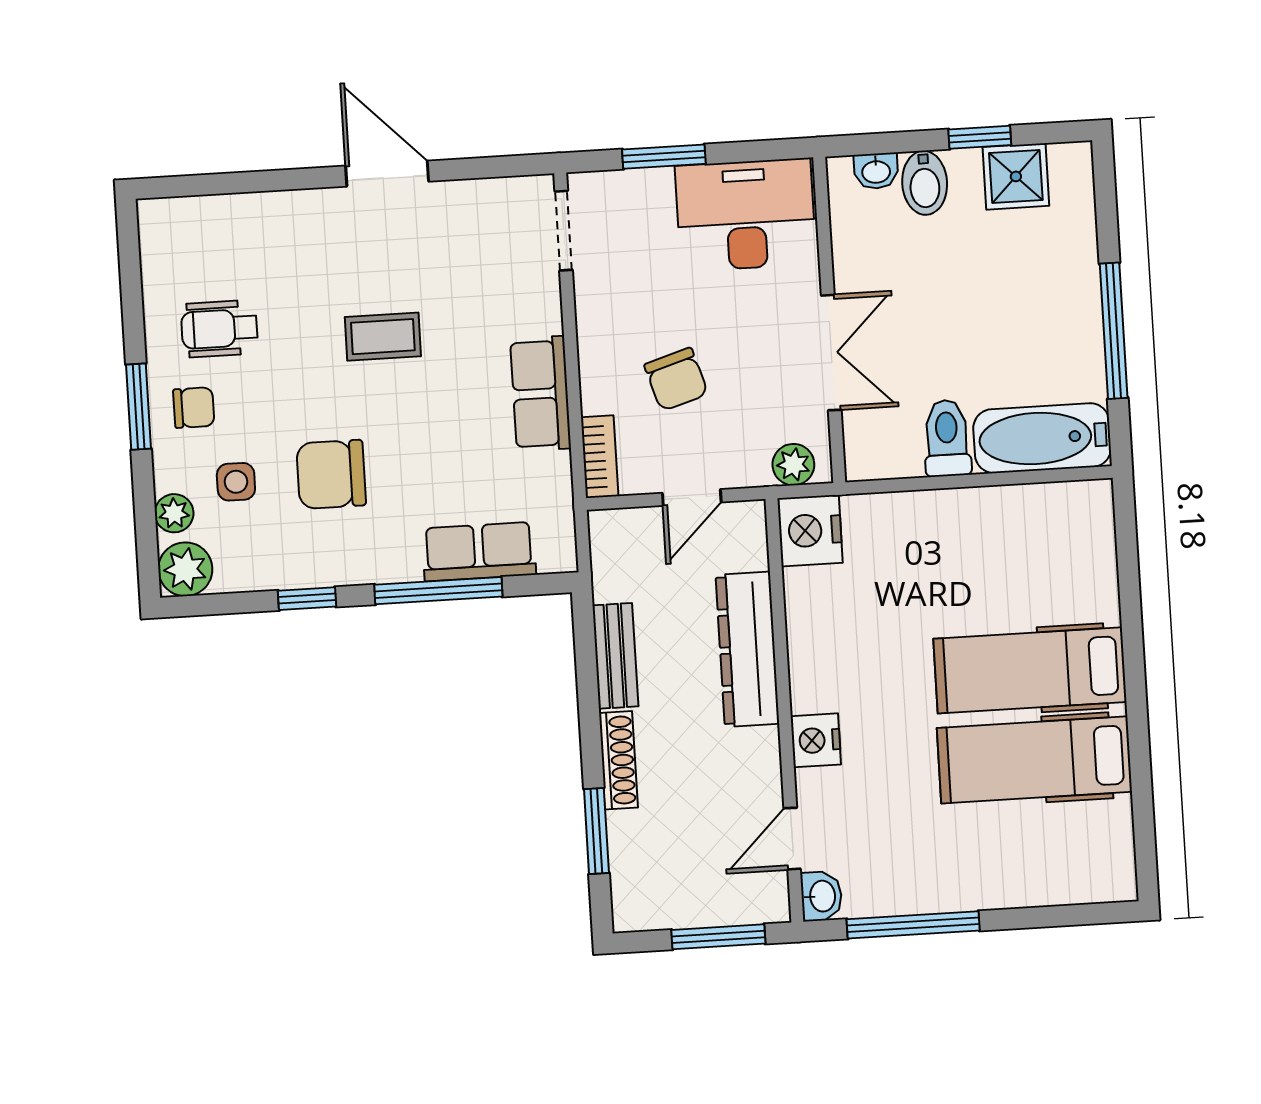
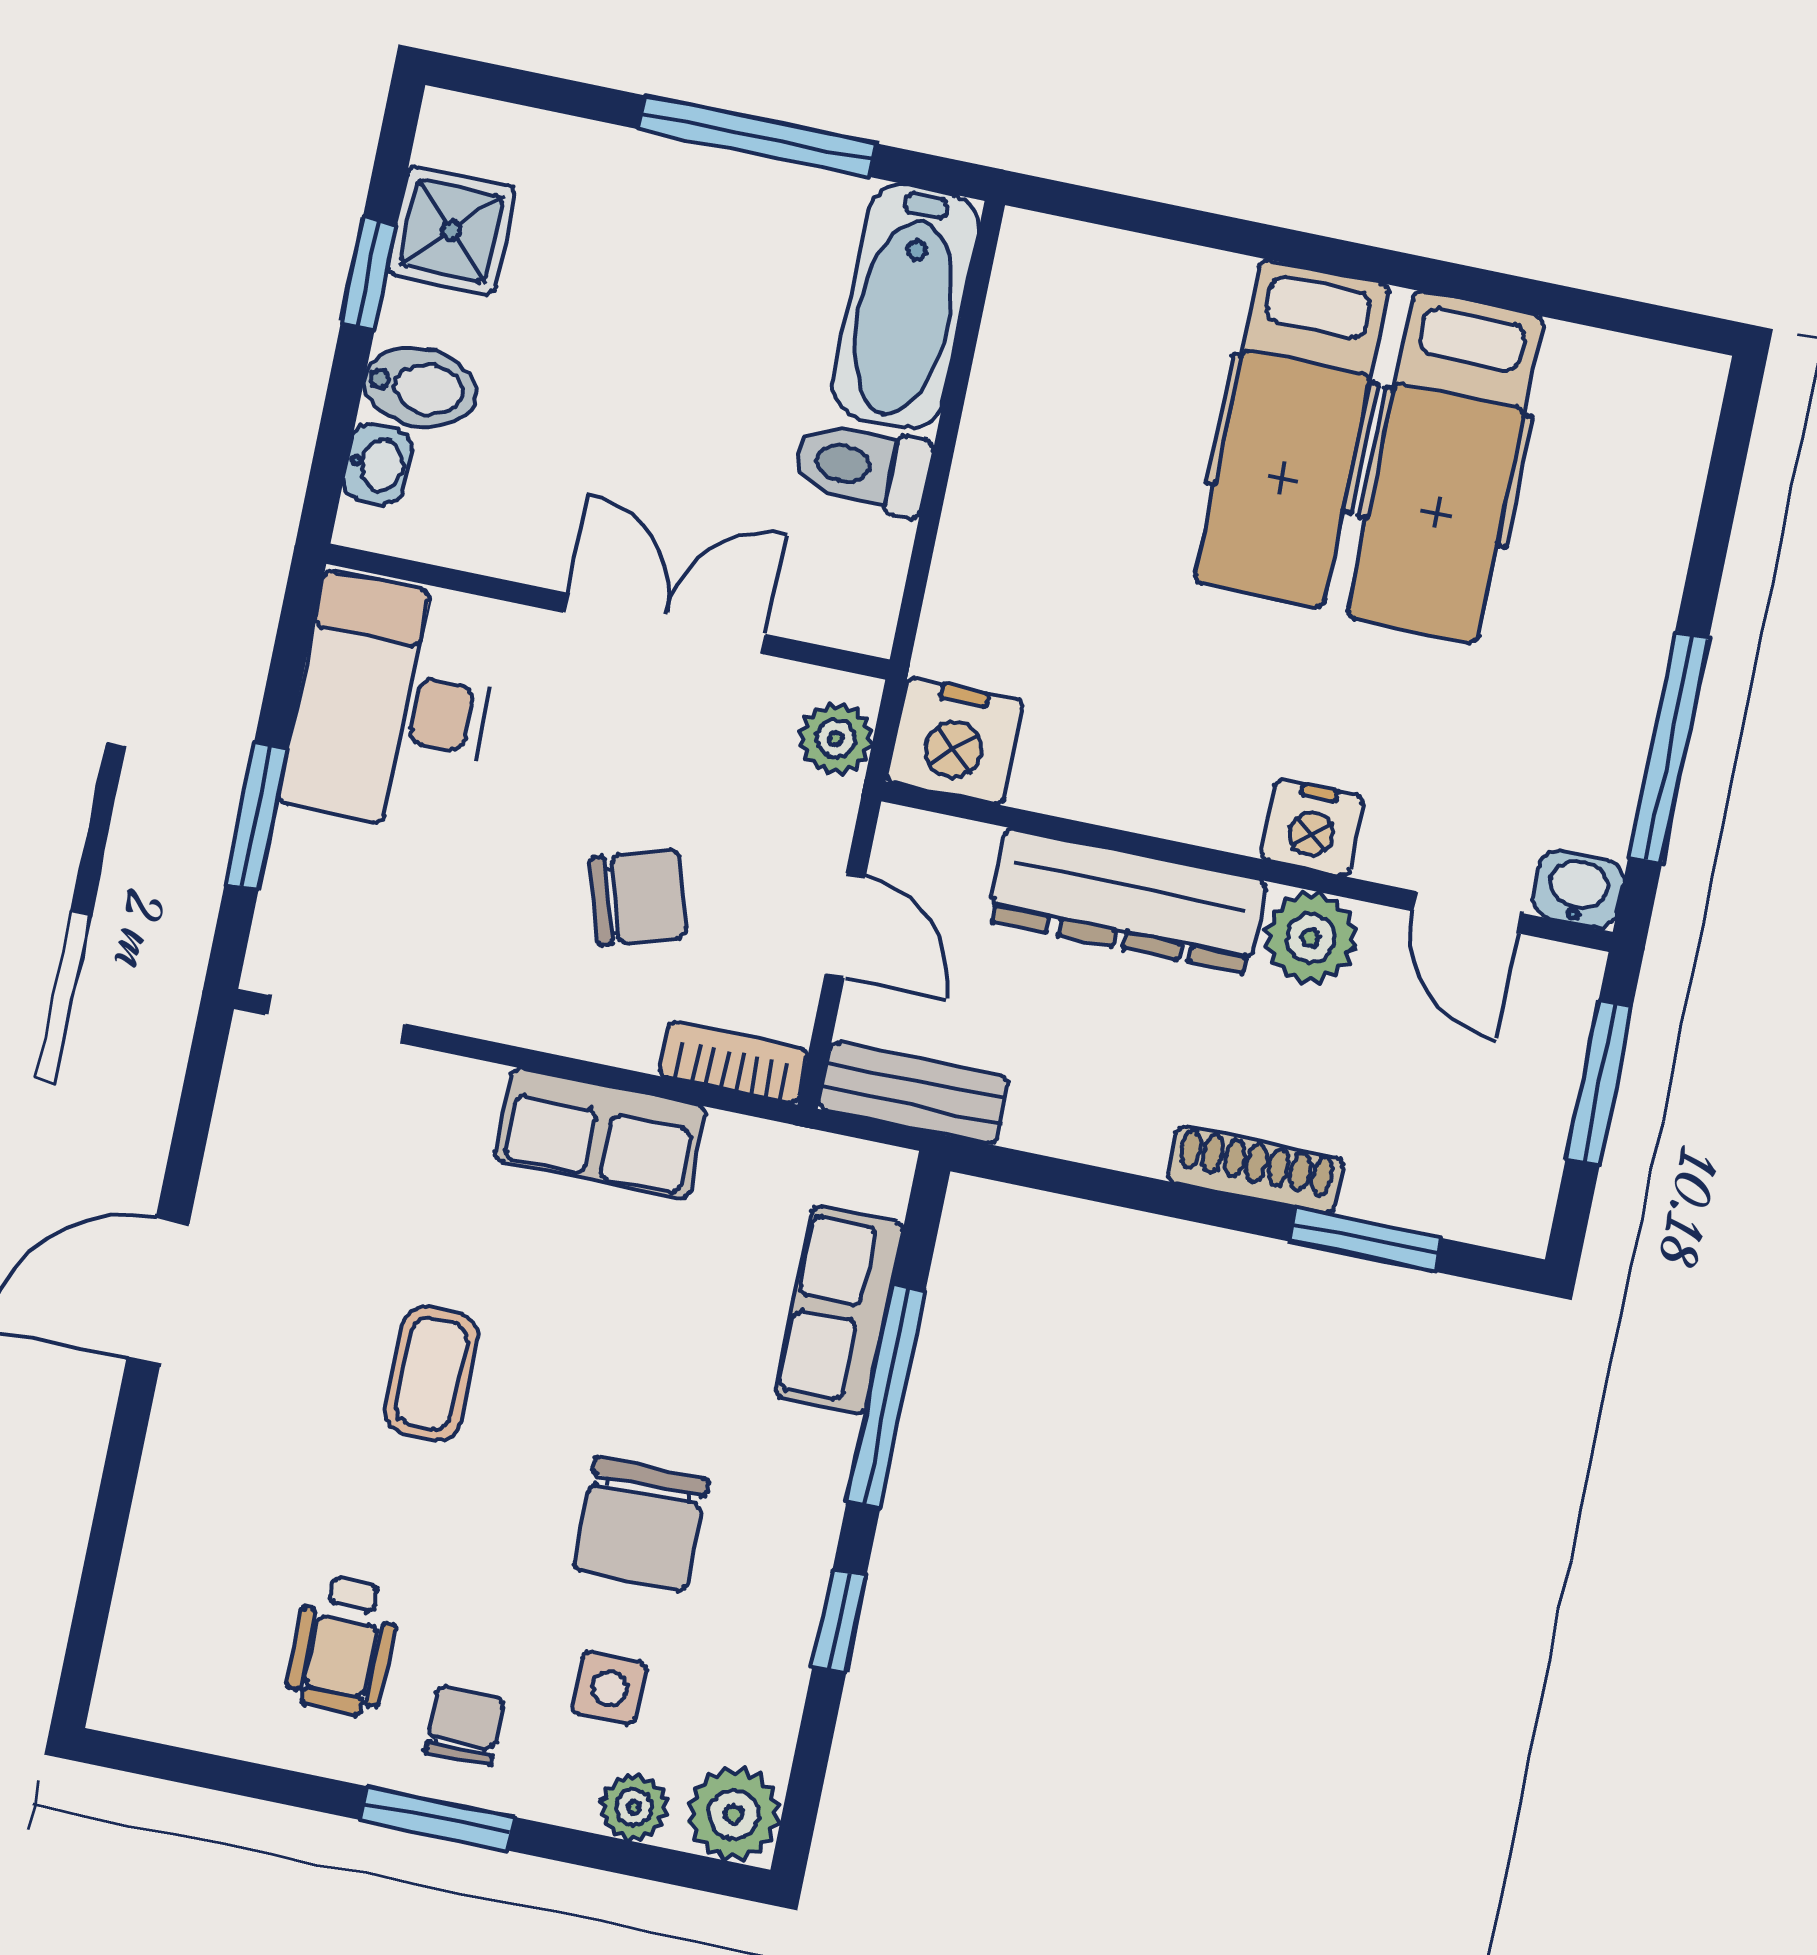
bench: (615, 656) -> (914, 1093), moved
plant: (755, 756) -> (1311, 938), added

